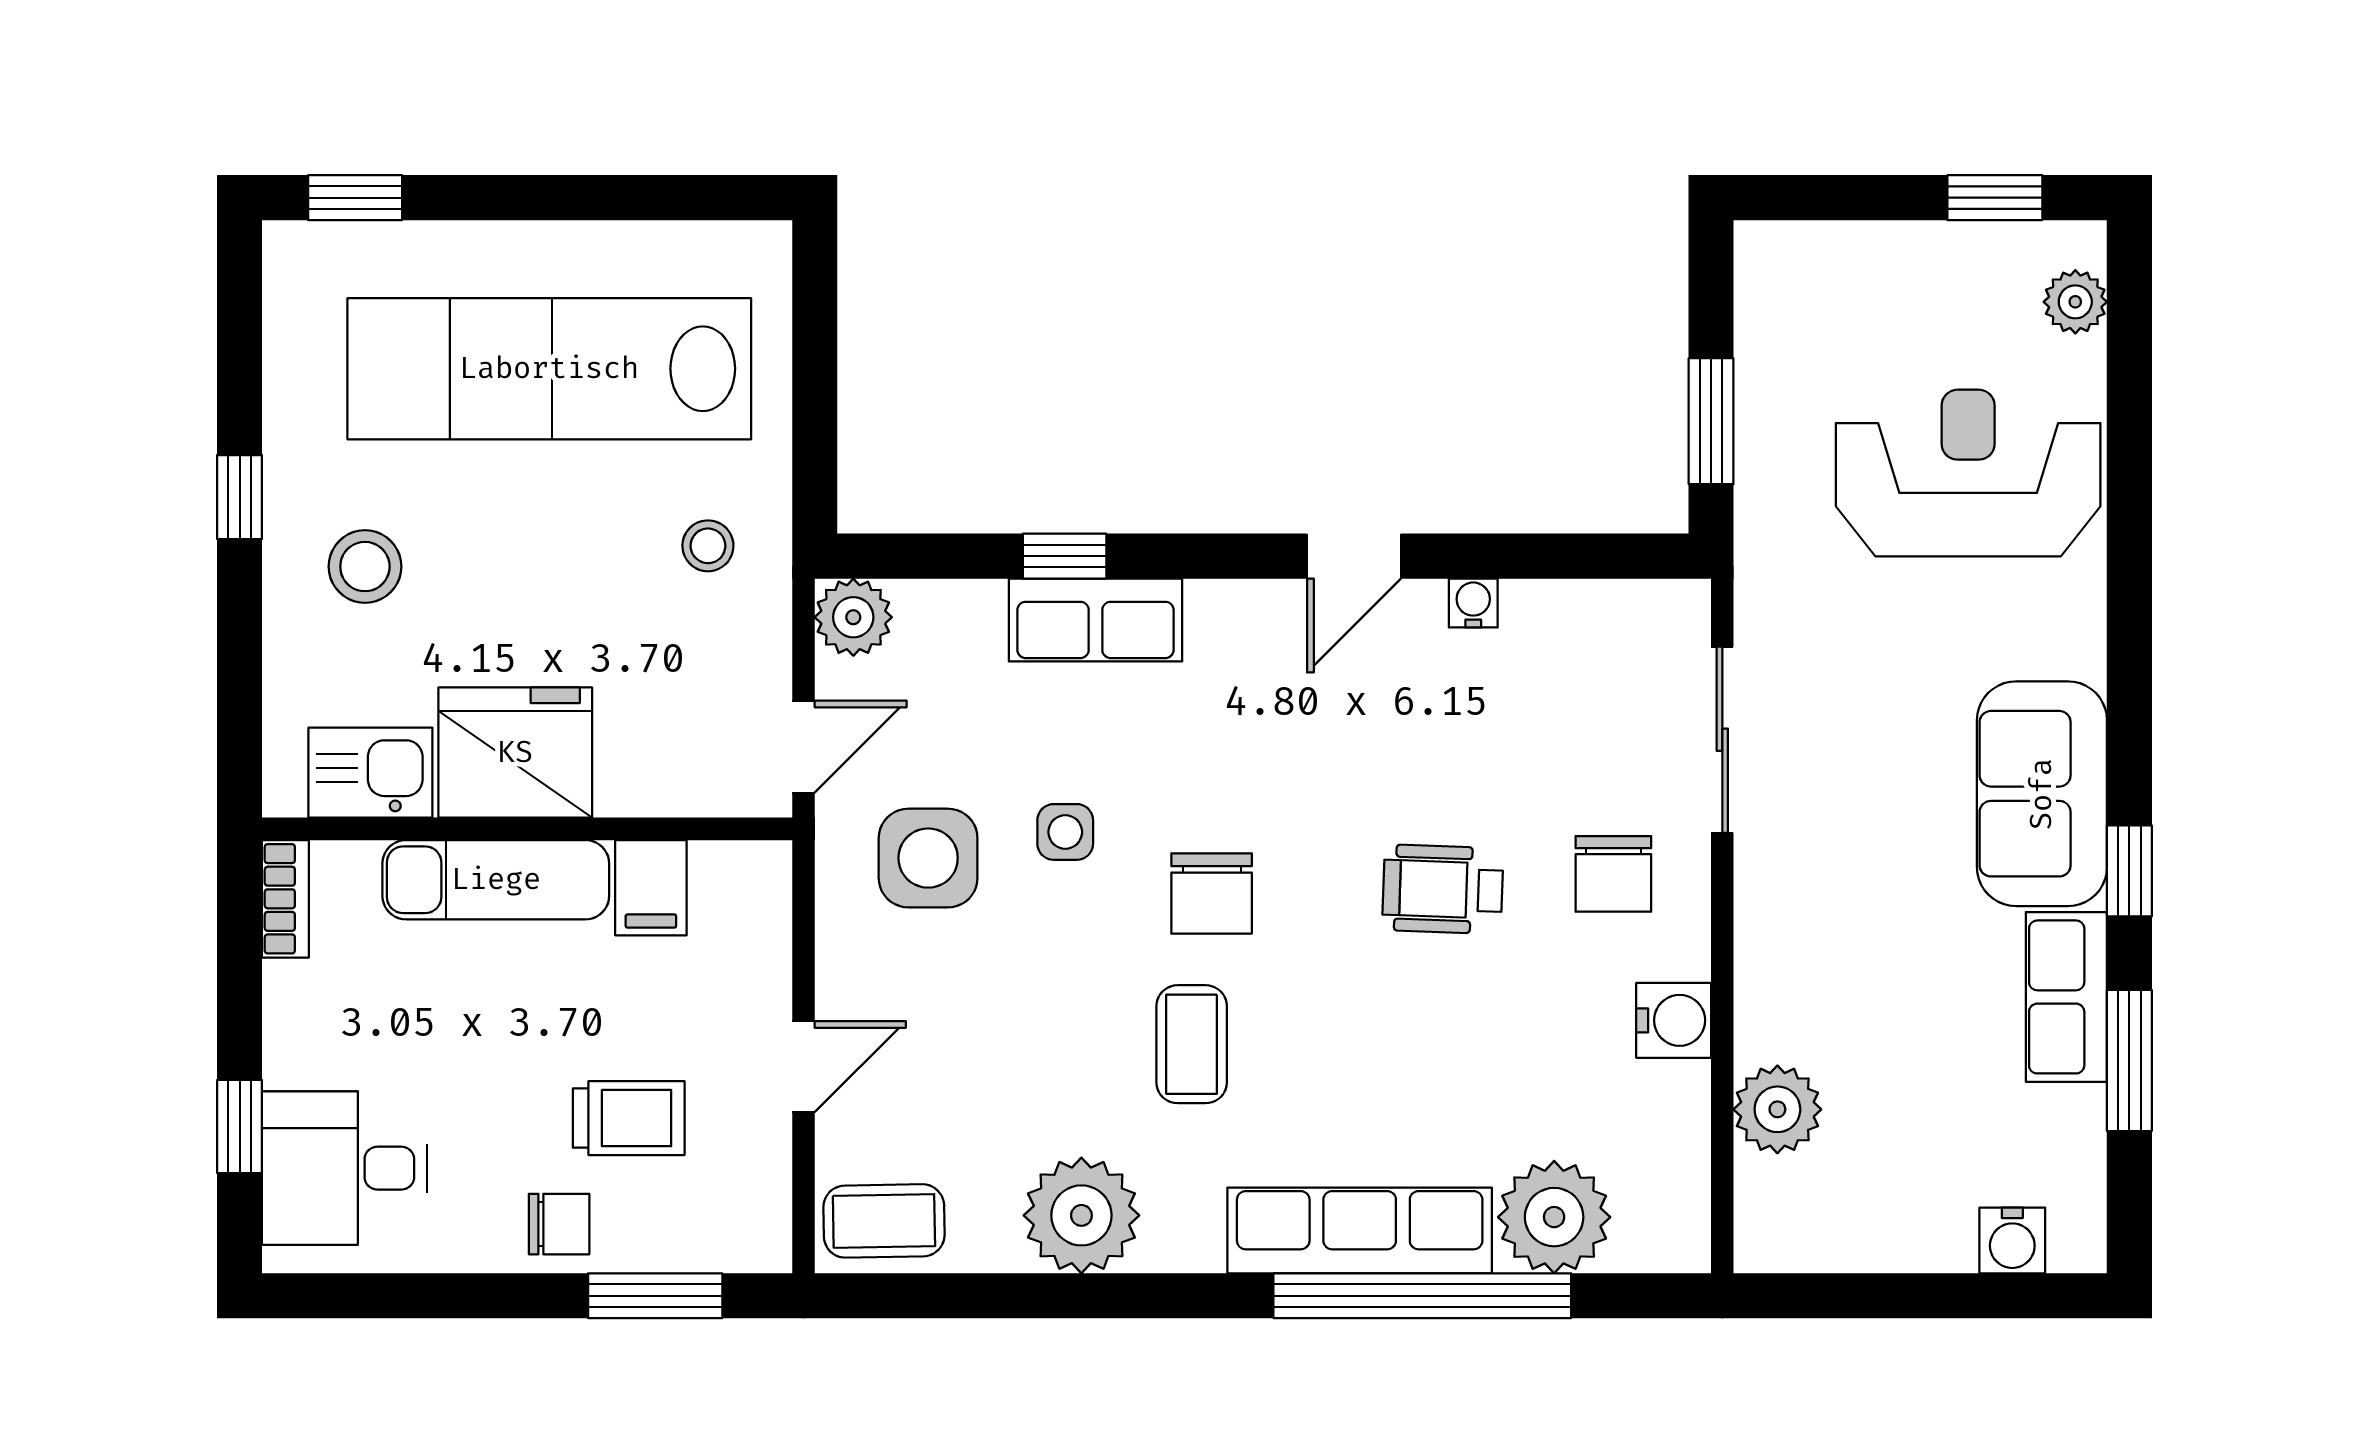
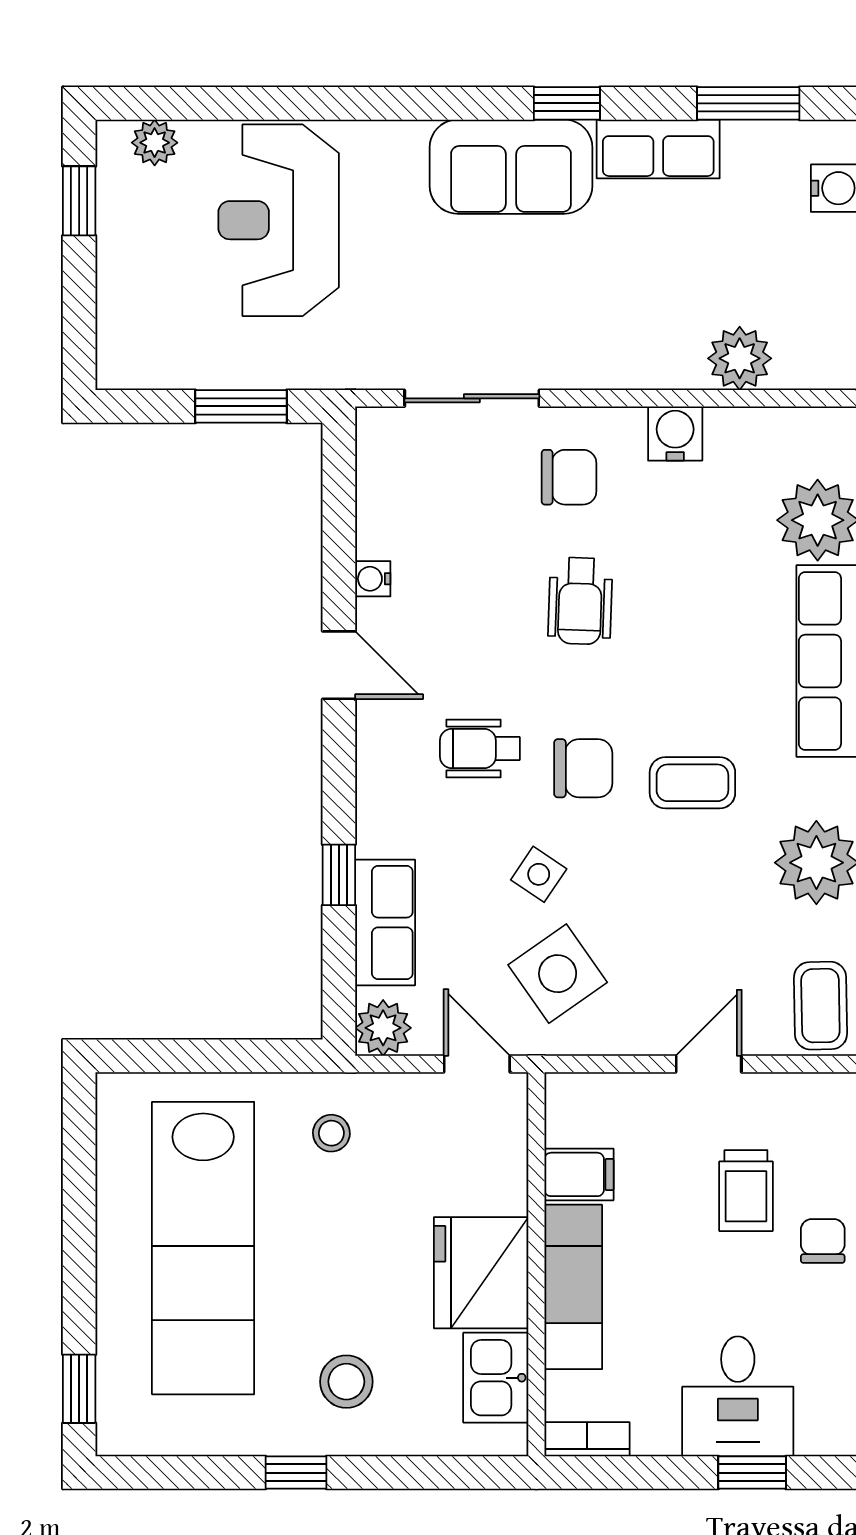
row of seats: (1096, 620) -> (385, 922), moved
wheelchair: (1239, 751) -> (480, 749), added
side table: (1065, 832) -> (539, 874), turned 34
side table: (928, 858) -> (558, 974), turned -35
window: (2129, 1060) -> (748, 103), moved
door: (803, 1067) -> (709, 1064), hinge flipped
trolley: (629, 1118) -> (746, 1191), turned 180
desk: (345, 1168) -> (738, 1396), moved

